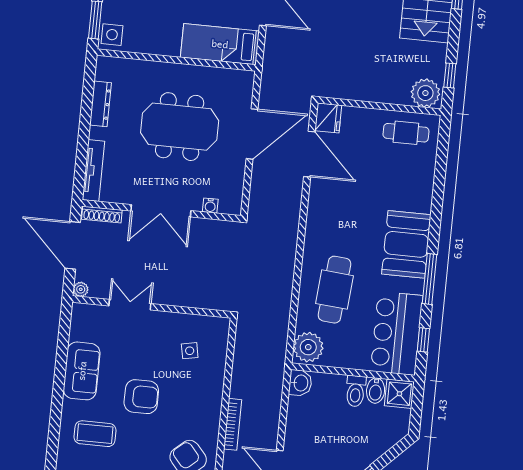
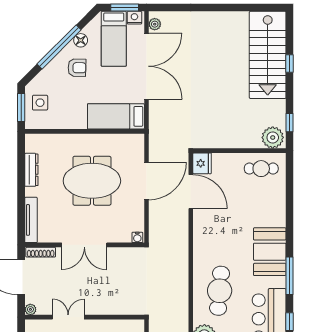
side table: (112, 35) -> (40, 103), moved
water cooler: (210, 206) -> (137, 237), moved

